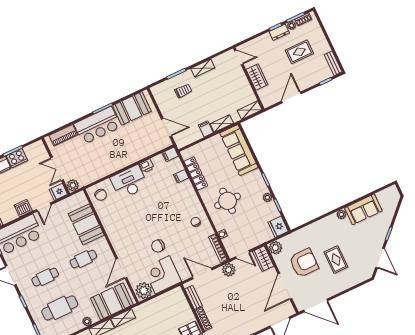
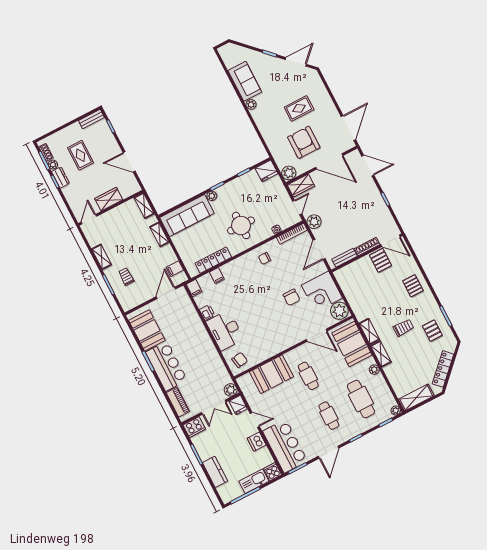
filing cabinet: (206, 129) -> (175, 269), moved
cooker: (17, 158) -> (194, 427), moved, turned 90
plant: (267, 197) -> (212, 196), moved

